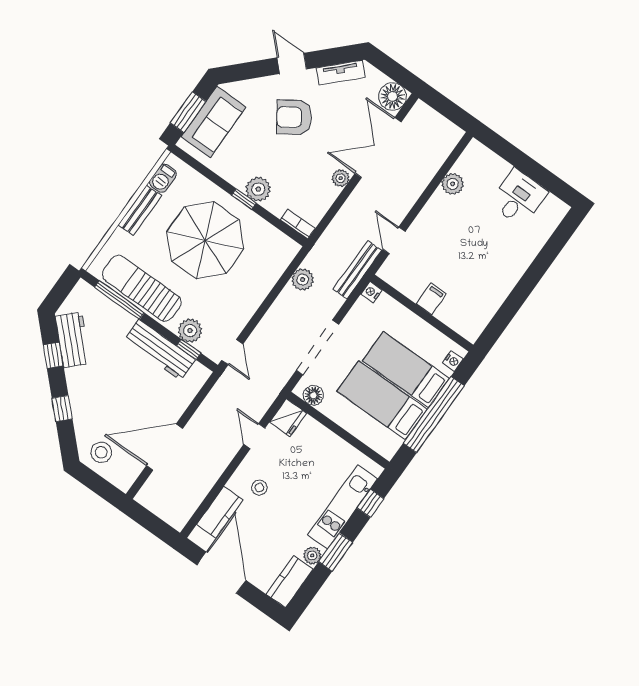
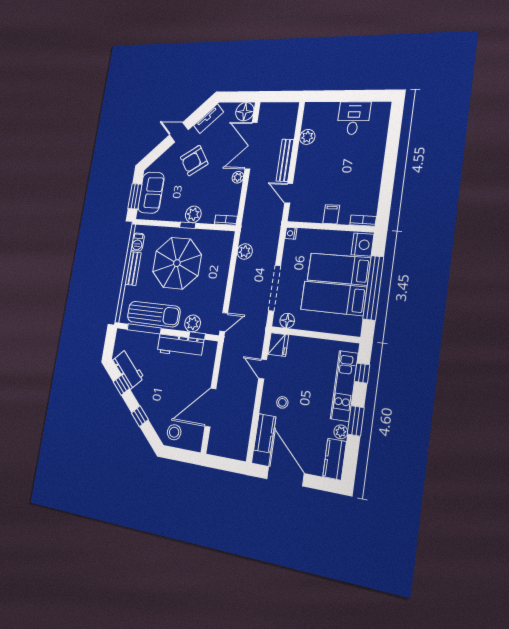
bench: (357, 270) -> (285, 160), moved
sun lounger: (142, 288) -> (154, 314), turned 180
bookcase: (463, 330) -> (363, 221), added
door: (232, 352) -> (224, 322), hinge flipped
nightstand: (453, 361) -> (363, 245), width x1.89, depth x1.79

